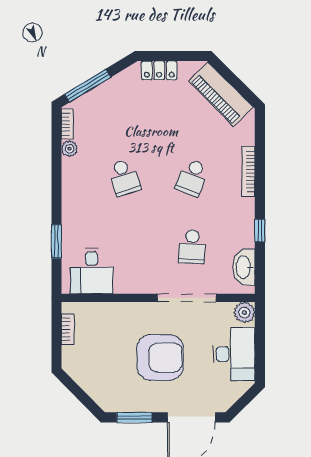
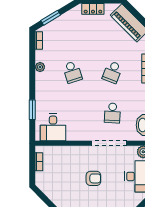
window: (88, 86) -> (51, 18), width x0.69
plant: (69, 149) -> (40, 67), moved
armchair: (160, 357) -> (93, 178), width x0.53, depth x0.53

